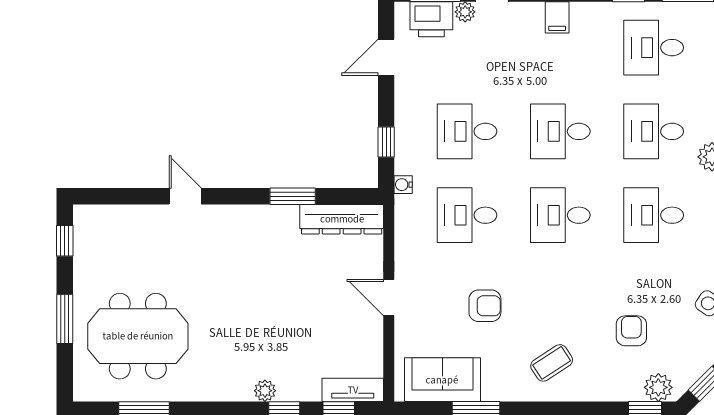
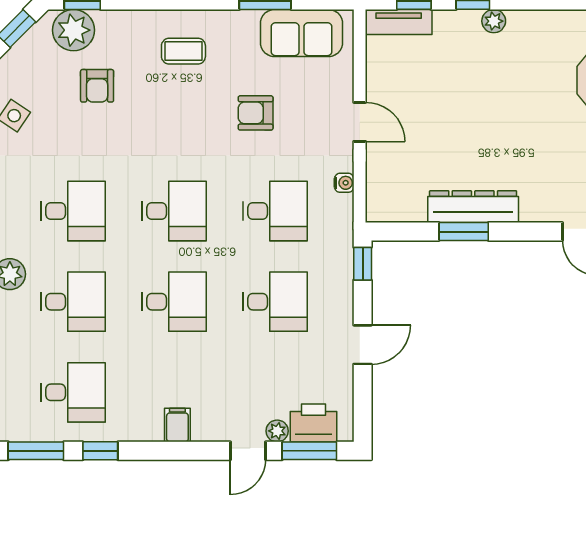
door: (386, 57) -> (363, 345), moved
window: (386, 142) -> (363, 264), moved
water cooler: (403, 185) -> (344, 183), moved
dresser: (342, 219) -> (473, 207), moved
coffee table: (552, 363) -> (183, 51), turned 33
plant: (658, 387) -> (74, 30), width x1.36, depth x1.36

